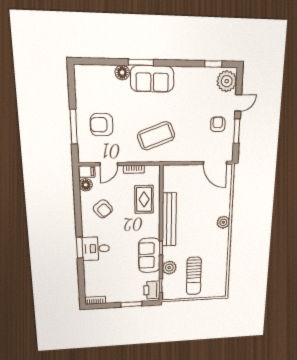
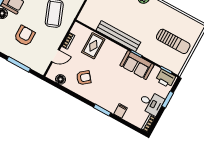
armchair: (102, 125) -> (25, 36), moved, turned 180
door: (109, 164) -> (55, 56), hinge flipped
filing cabinet: (87, 172) -> (121, 111), moved
rug: (144, 199) -> (93, 46), turned 90
desk: (96, 249) -> (151, 103), moved, turned -90
plant: (169, 268) -> (155, 56), removed

